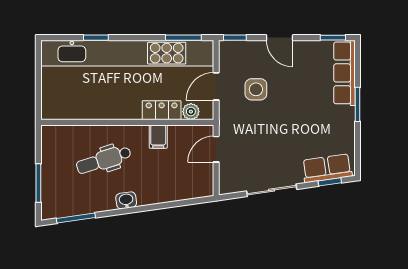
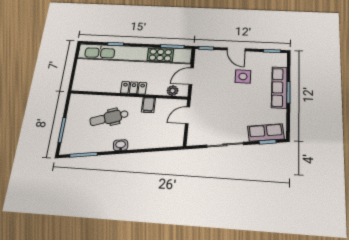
row of seats: (344, 73) -> (279, 87), moved
side table: (256, 89) -> (243, 76), moved
locker: (162, 110) -> (134, 88), moved

